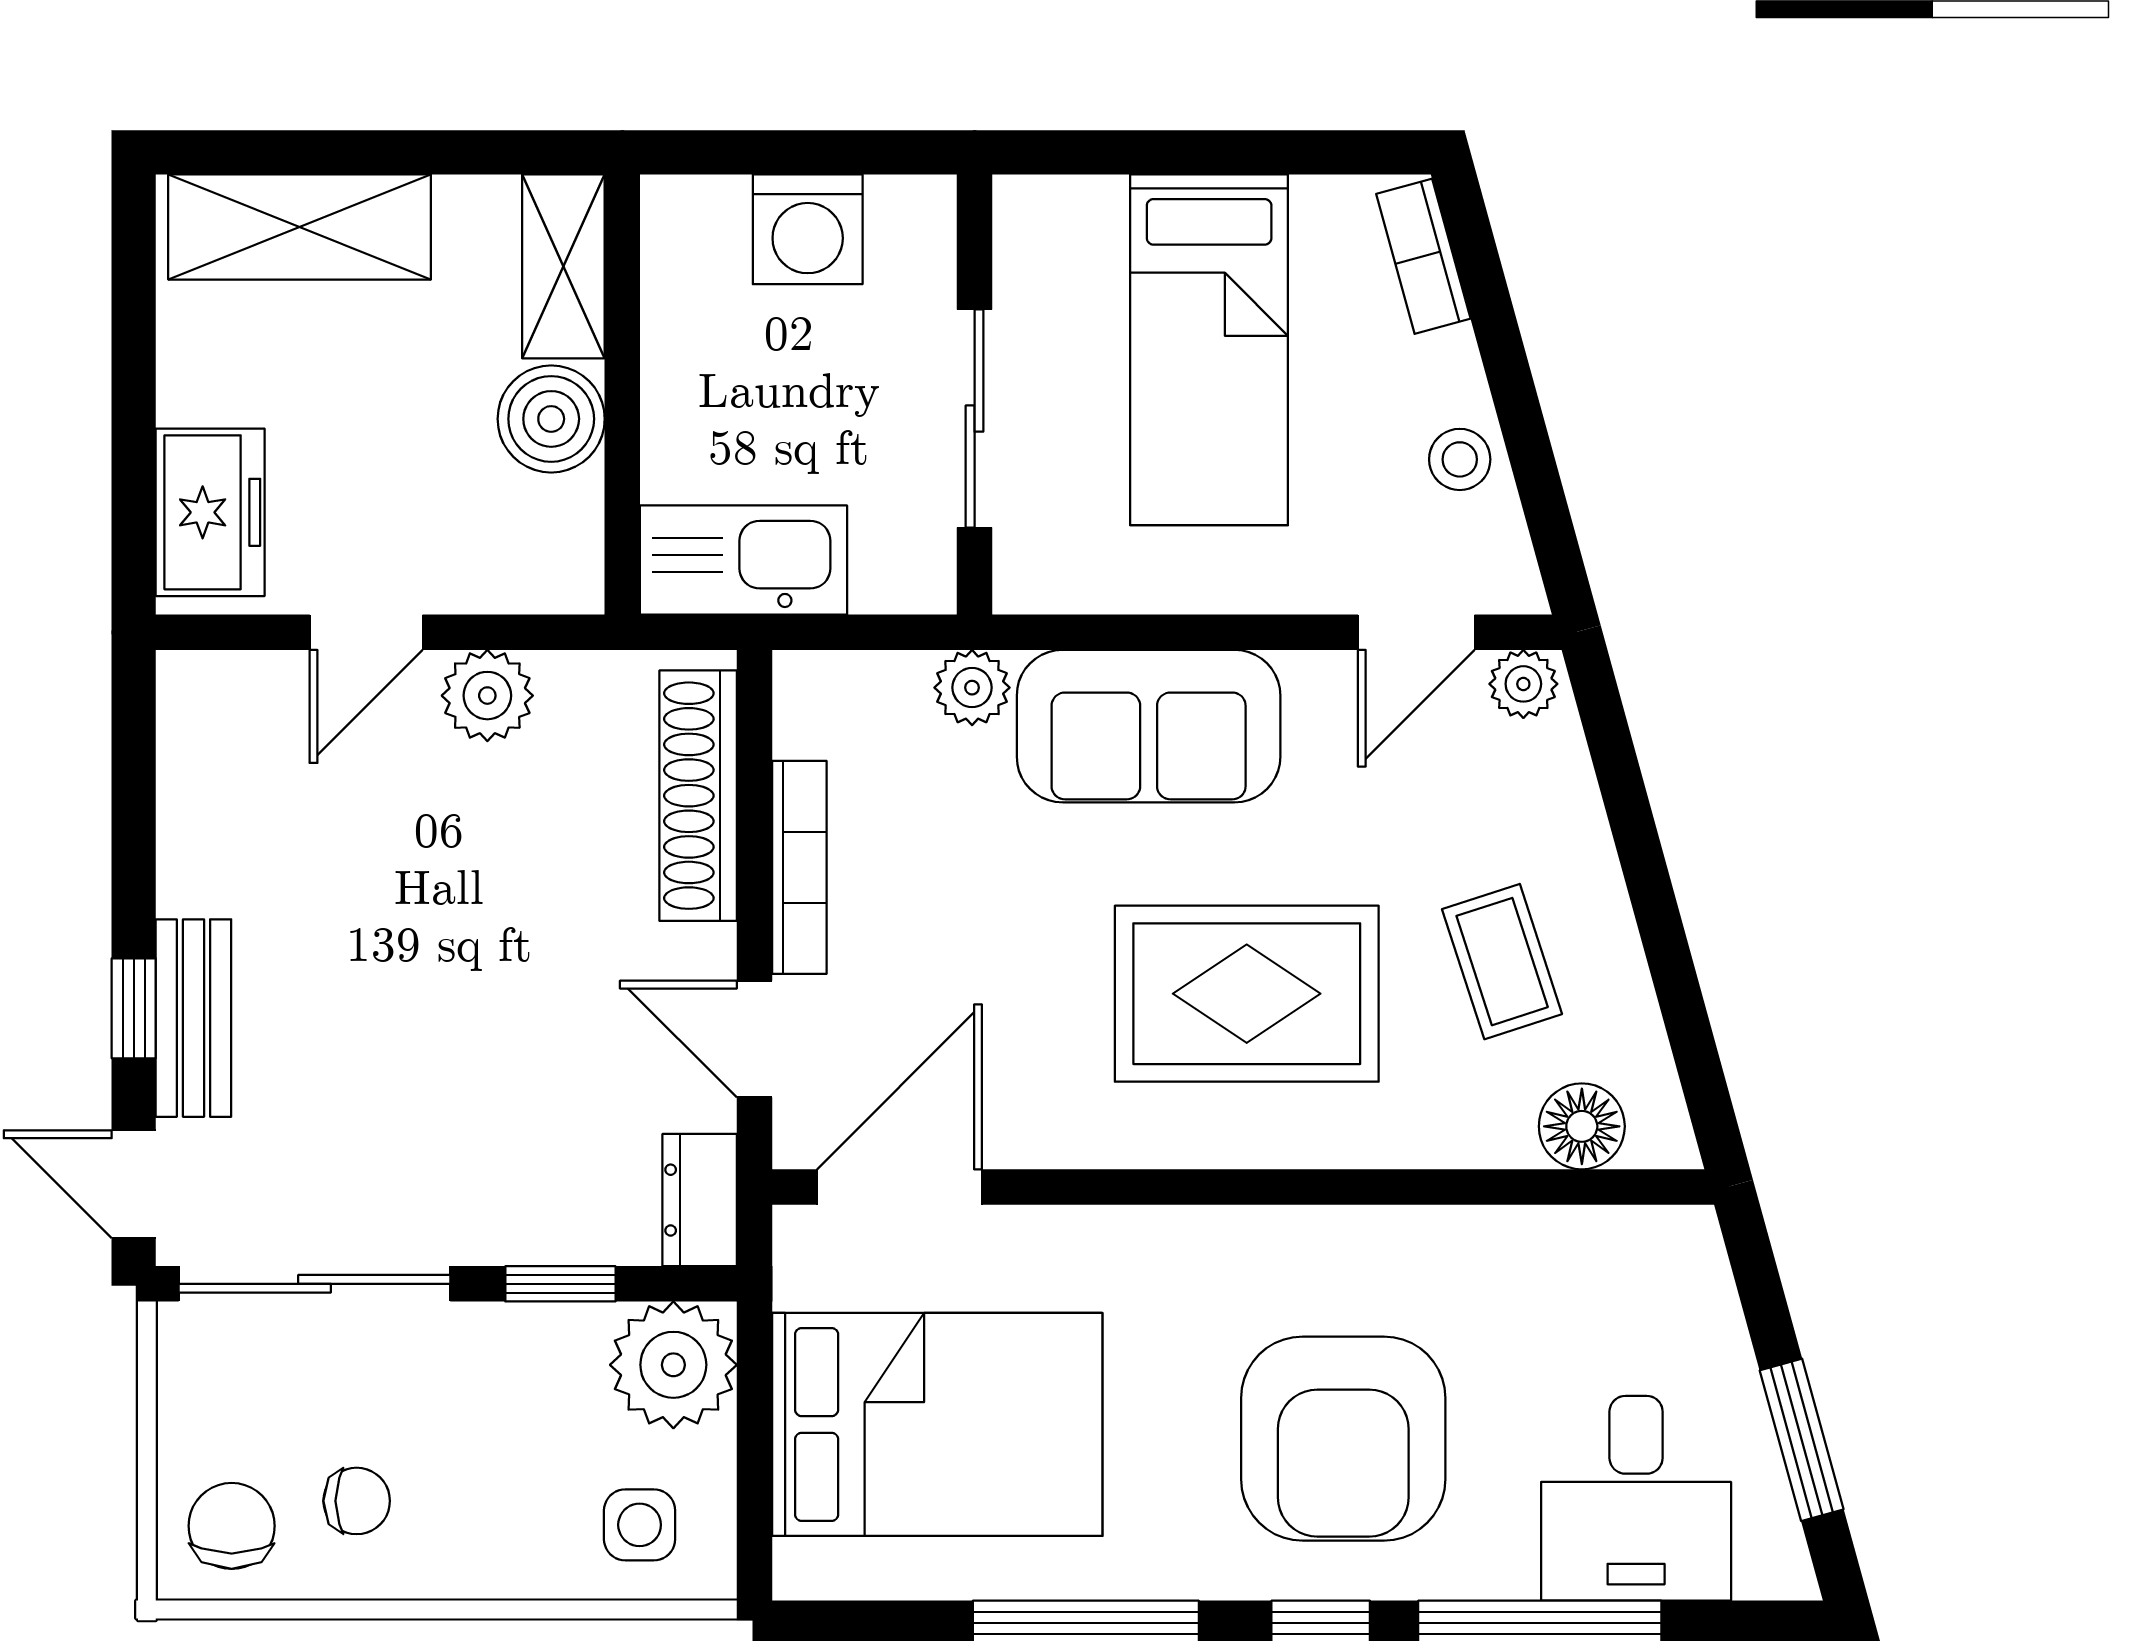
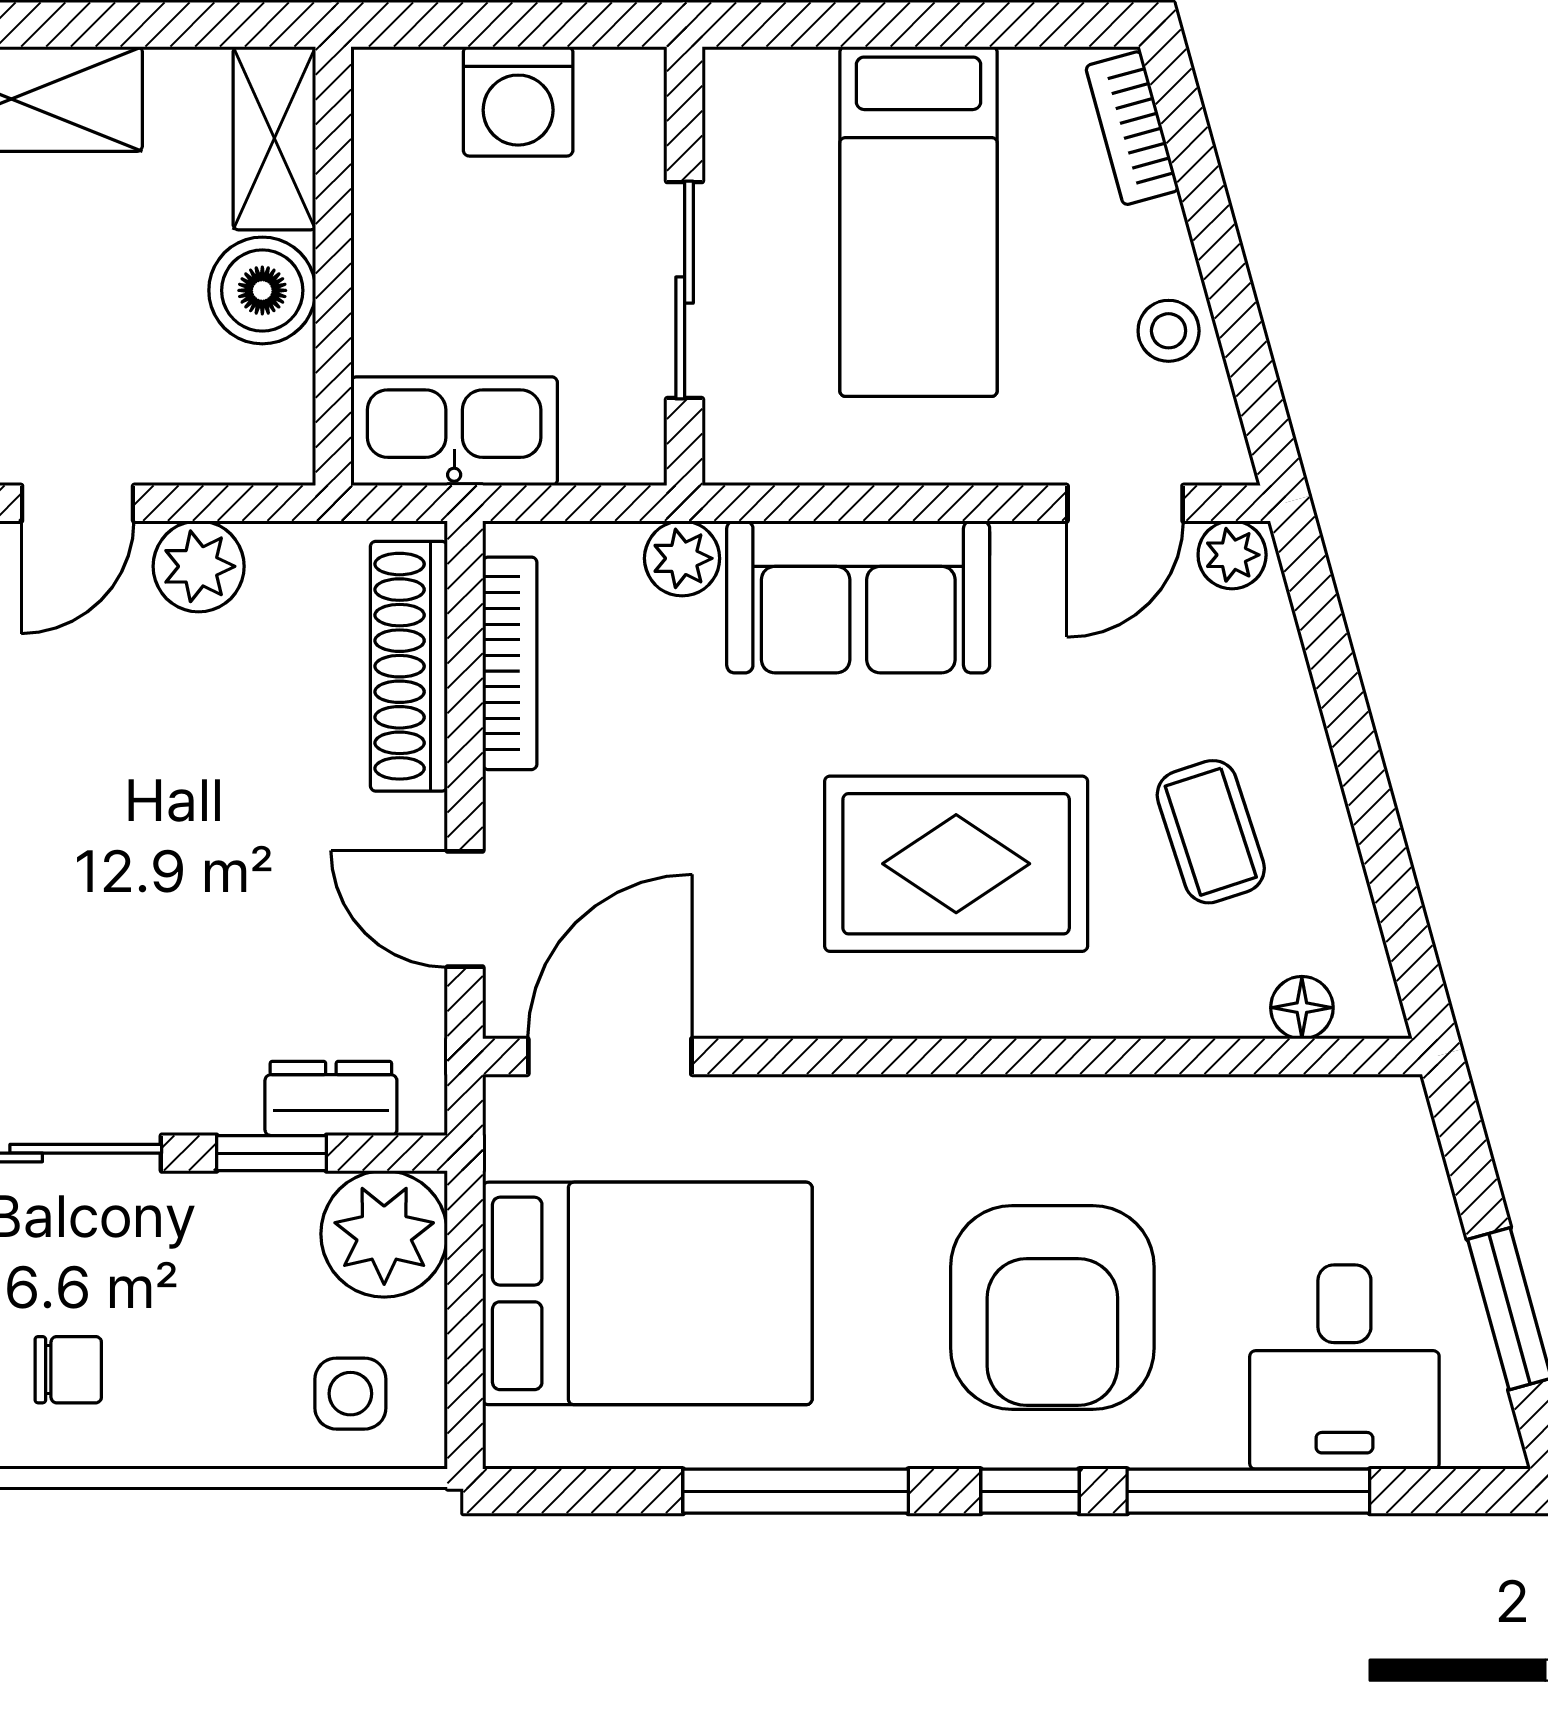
bookcase: (799, 867) -> (510, 663), moved
floor lamp: (1582, 1126) -> (1302, 1008), width x0.73, depth x0.73
dresser: (700, 1200) -> (331, 1098), moved, turned 90

